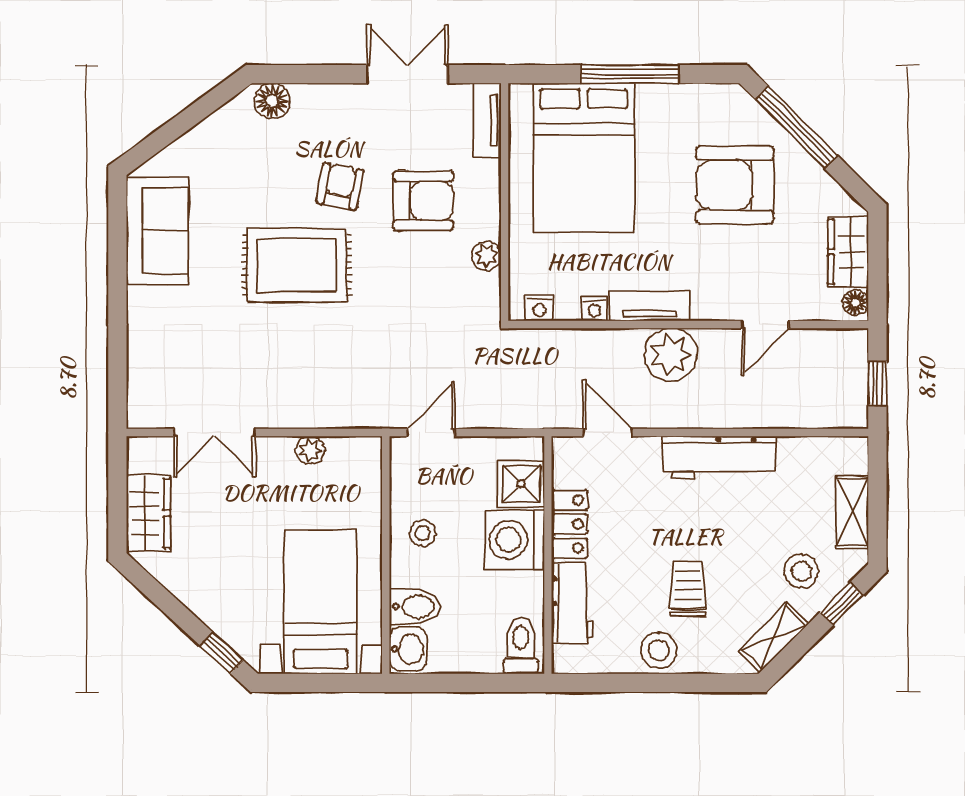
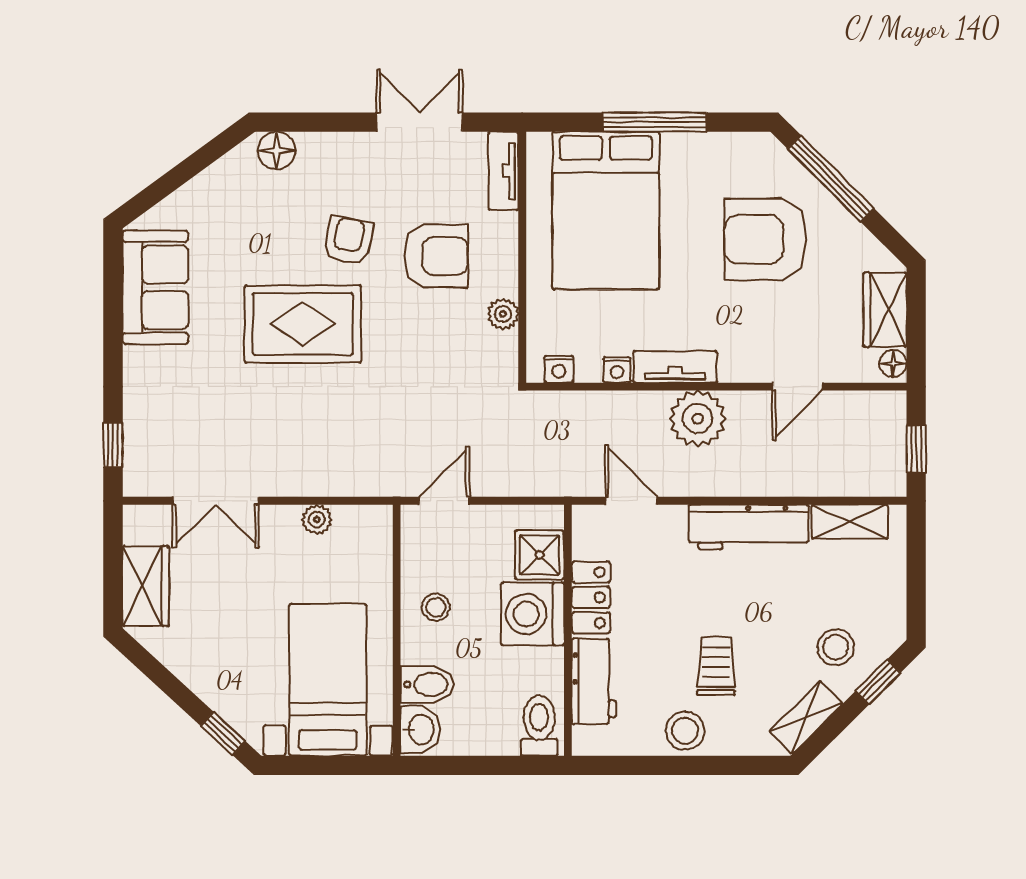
window: (117, 380) -> (113, 445), added
shelving: (852, 512) -> (850, 522), moved, turned 90

